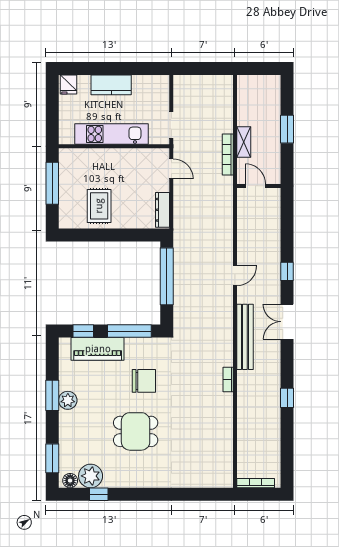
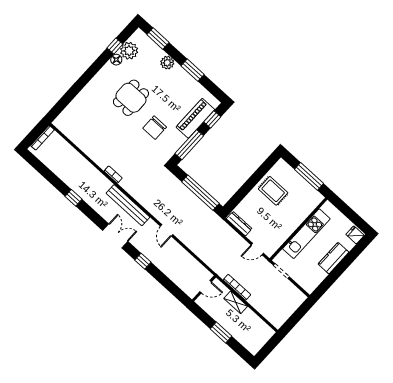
plant: (68, 400) -> (167, 63), moved
floor lamp: (70, 481) -> (116, 60), moved

